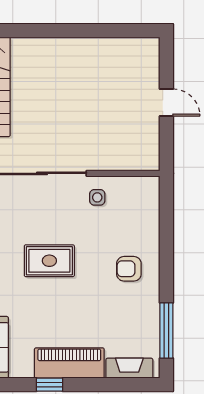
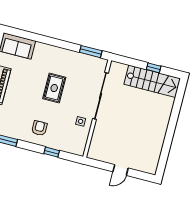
window: (166, 236) -> (52, 152), added

